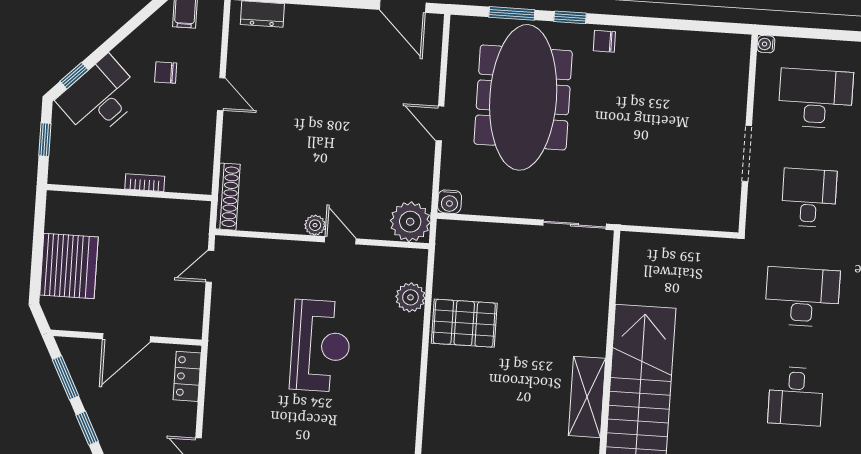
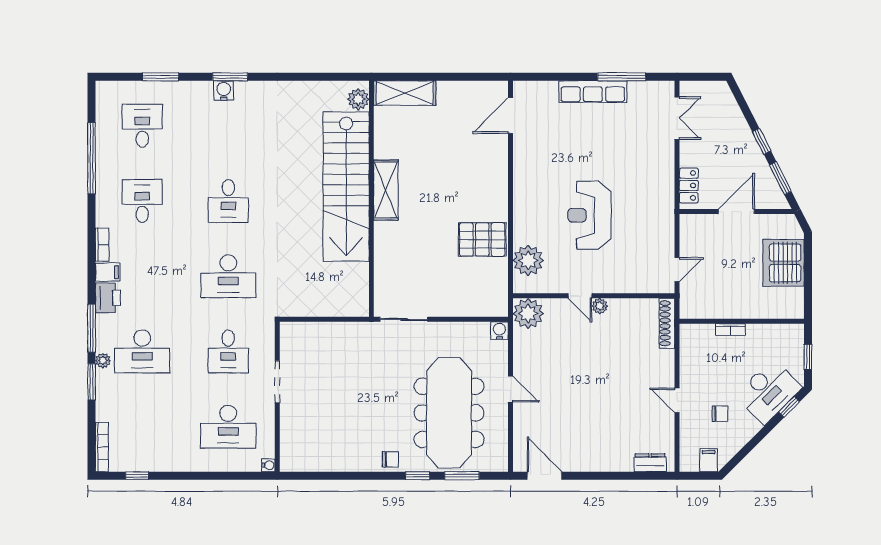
plant: (410, 297) -> (528, 260), width x1.36, depth x1.36
desk: (796, 396) -> (228, 201), turned 180

